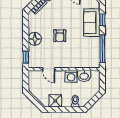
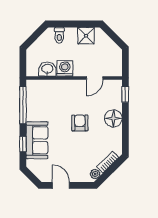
door: (49, 69) -> (95, 78), swing flipped

